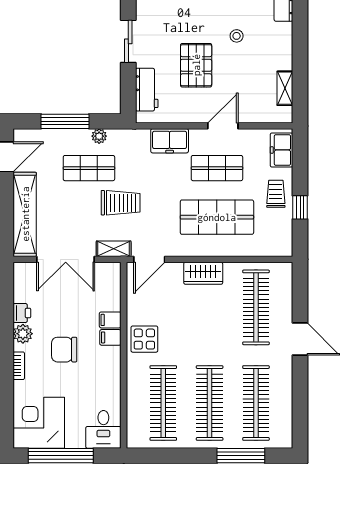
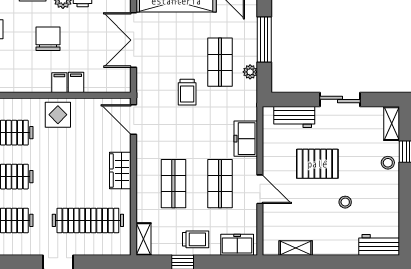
trolley: (121, 203) -> (187, 92), width x0.73, depth x0.72
shop shelf: (217, 217) -> (173, 184), width x0.70, depth x0.74
shelving: (114, 249) -> (143, 239), moved

